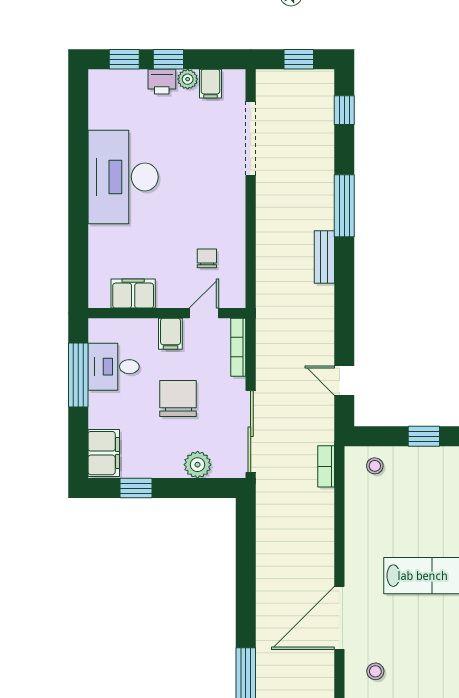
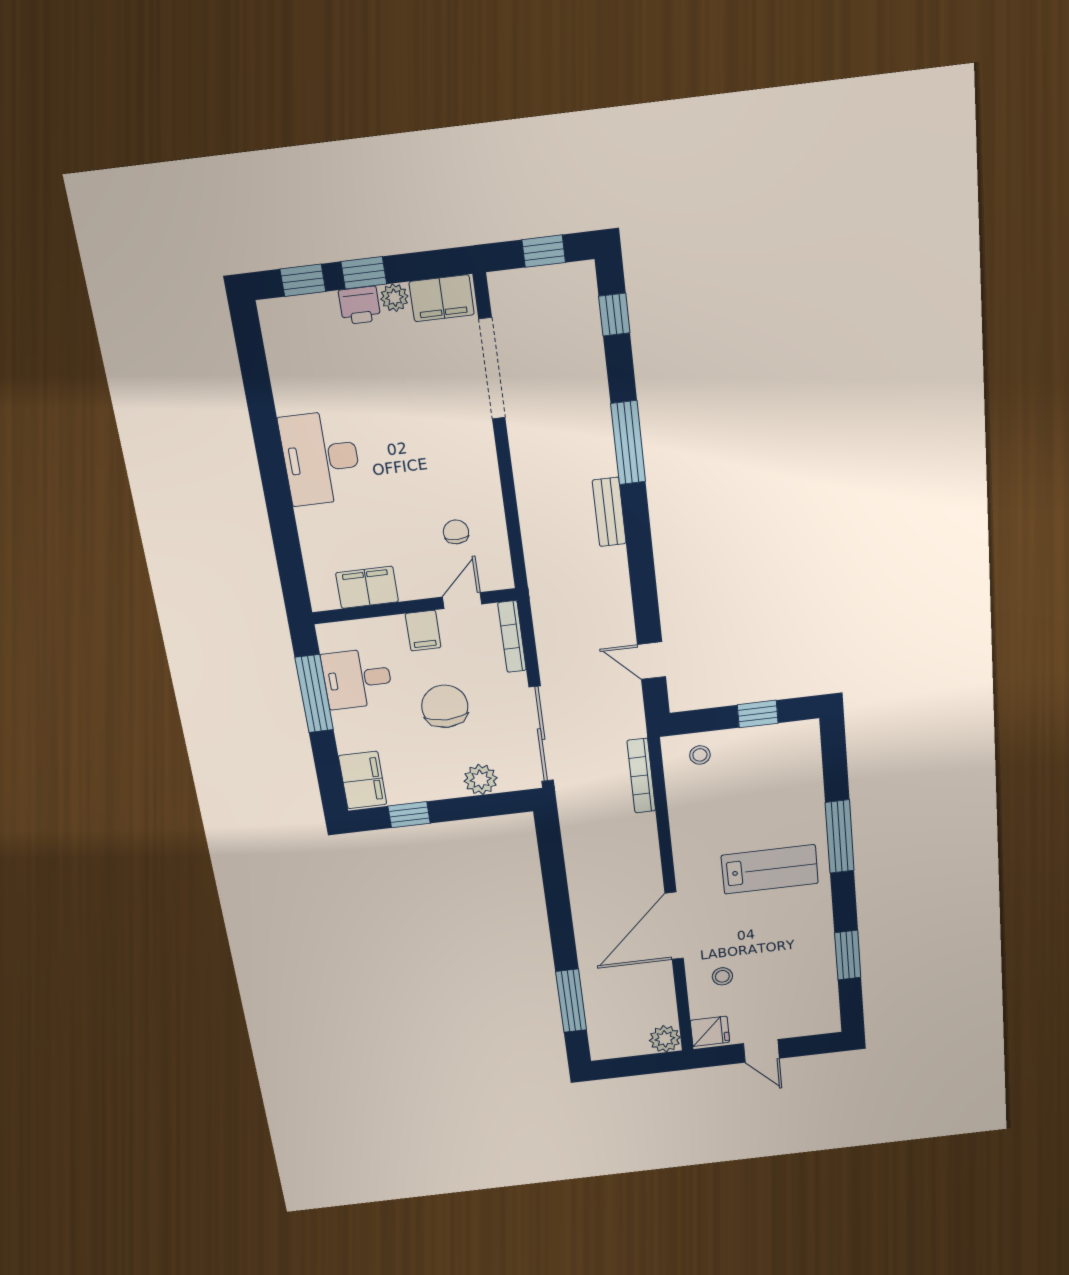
filing cabinet: (210, 84) -> (442, 298), width x2.00
desk: (123, 177) -> (321, 458), width x0.73, depth x0.77
bookcase: (326, 466) -> (641, 776), width x1.56

